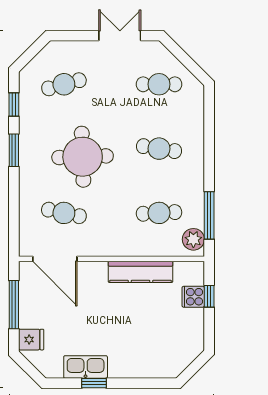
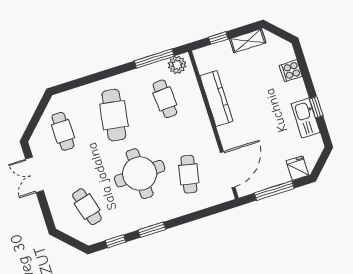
cafe table: (159, 149) -> (114, 115), width x1.37, depth x1.35
cooker: (193, 297) -> (291, 71), moved, turned 90
shelving: (195, 329) -> (248, 41), added

